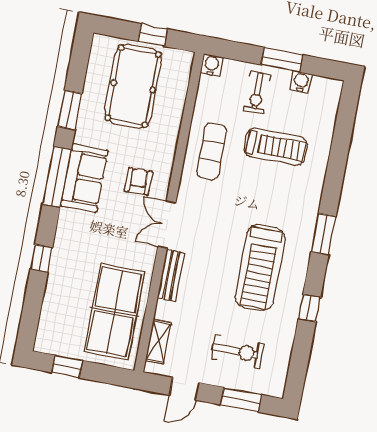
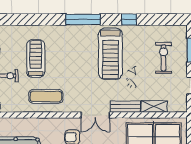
window: (323, 234) -> (83, 19), width x1.44
treadmill: (260, 268) -> (110, 54), turned 90
shelving: (158, 341) -> (154, 107), moved

